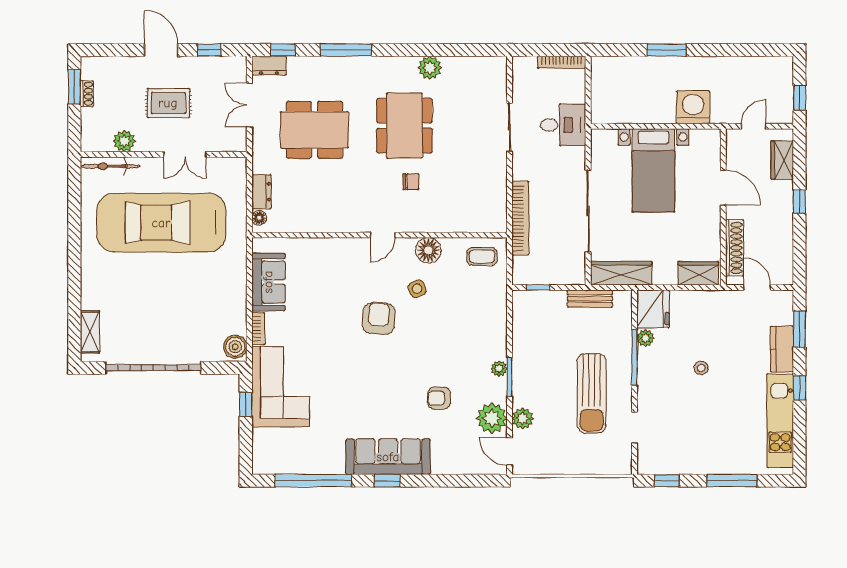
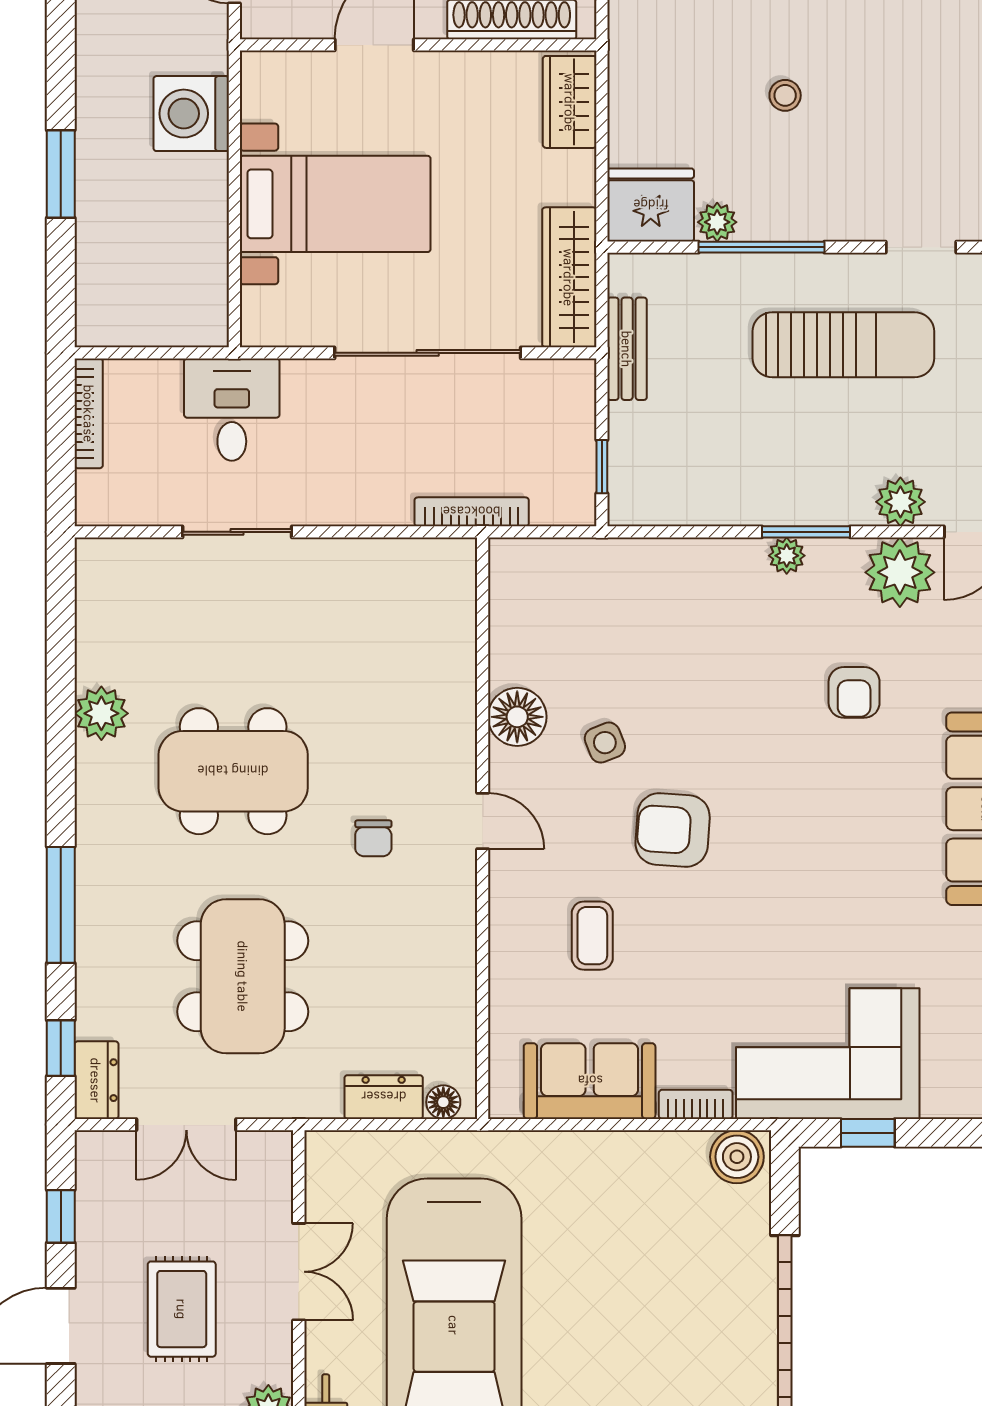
chair: (411, 182) -> (373, 838), moved, turned 180
bookcase: (520, 218) -> (472, 512), width x0.68, depth x0.76
coffee table: (482, 256) -> (592, 936), moved

